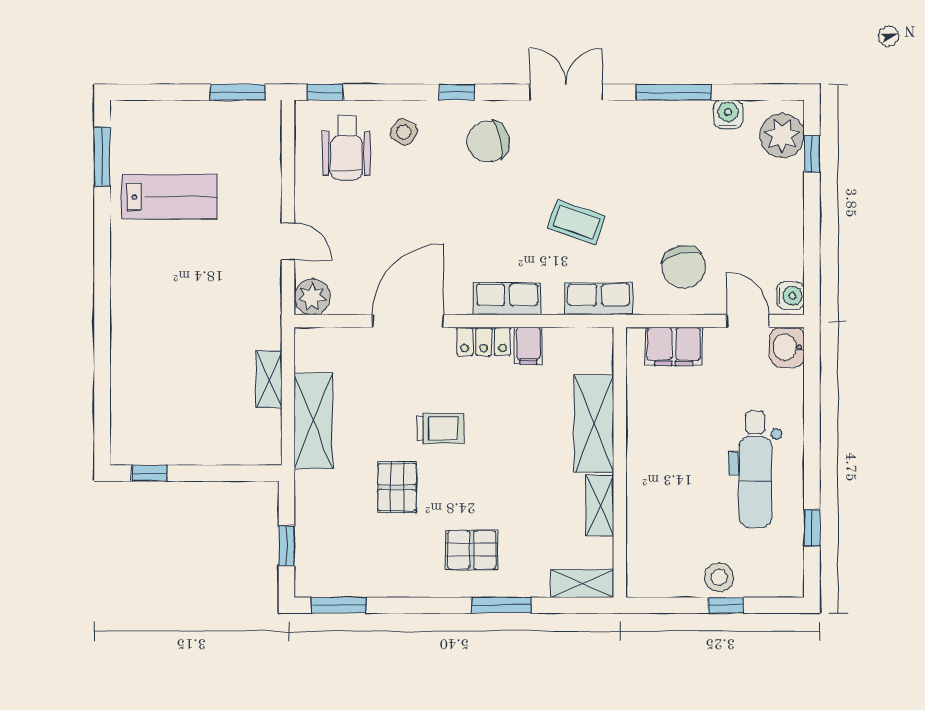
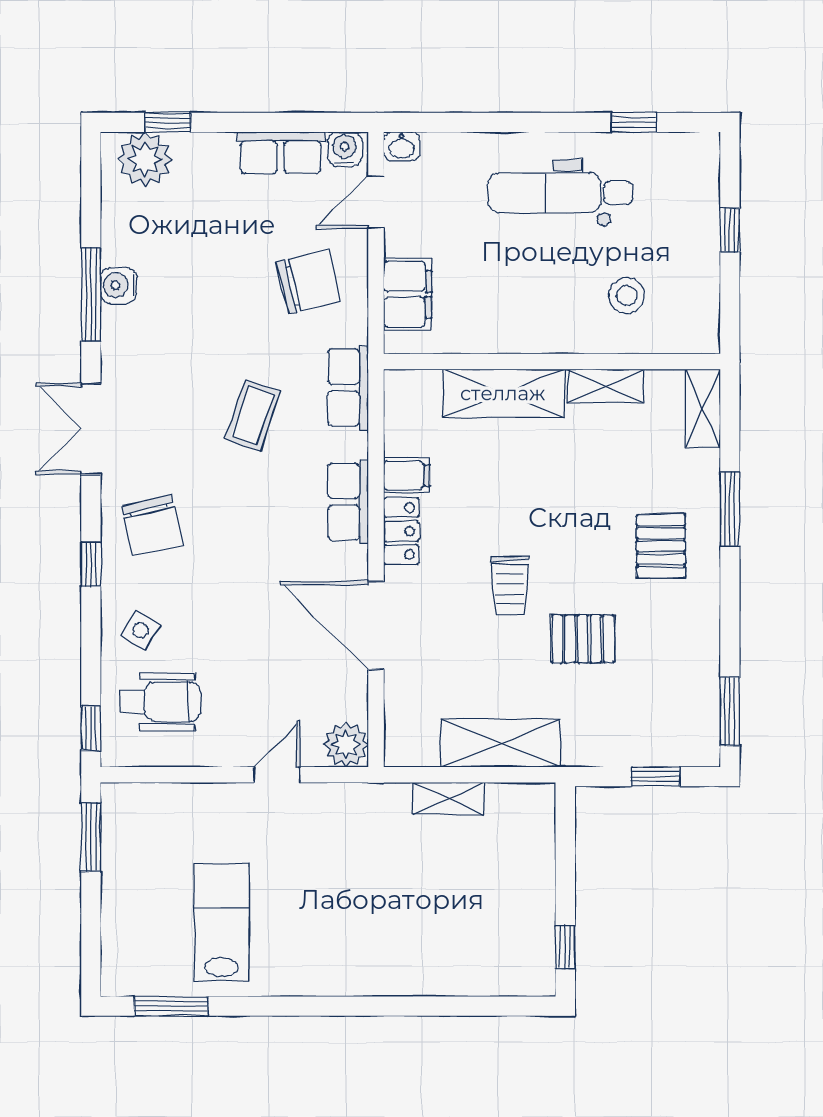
water cooler: (728, 114) -> (118, 285), moved
row of seats: (787, 245) -> (281, 153), added
washbasin: (787, 347) -> (402, 146), width x0.72, depth x0.69
trolley: (440, 429) -> (510, 585), turned 180
dental chair: (755, 469) -> (560, 193), turned 180
stool: (719, 577) -> (627, 295), moved

